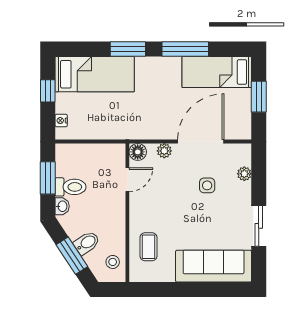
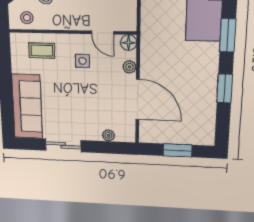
window: (185, 49) -> (225, 88), width x0.69
bed: (217, 72) -> (202, 116), removed
side table: (207, 185) -> (82, 61), moved

